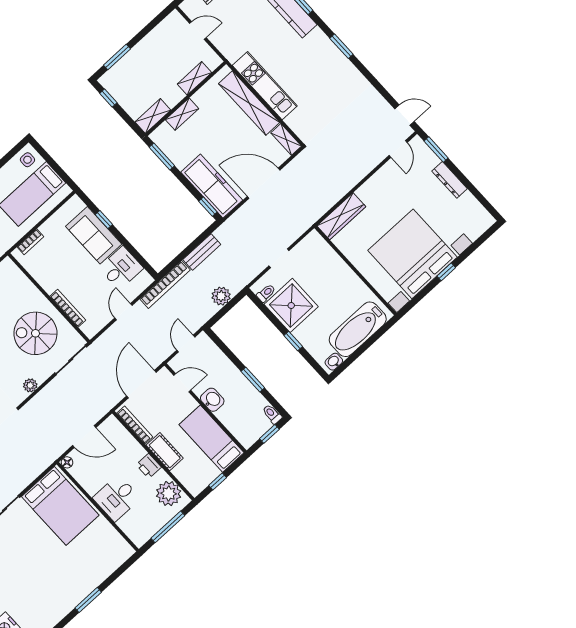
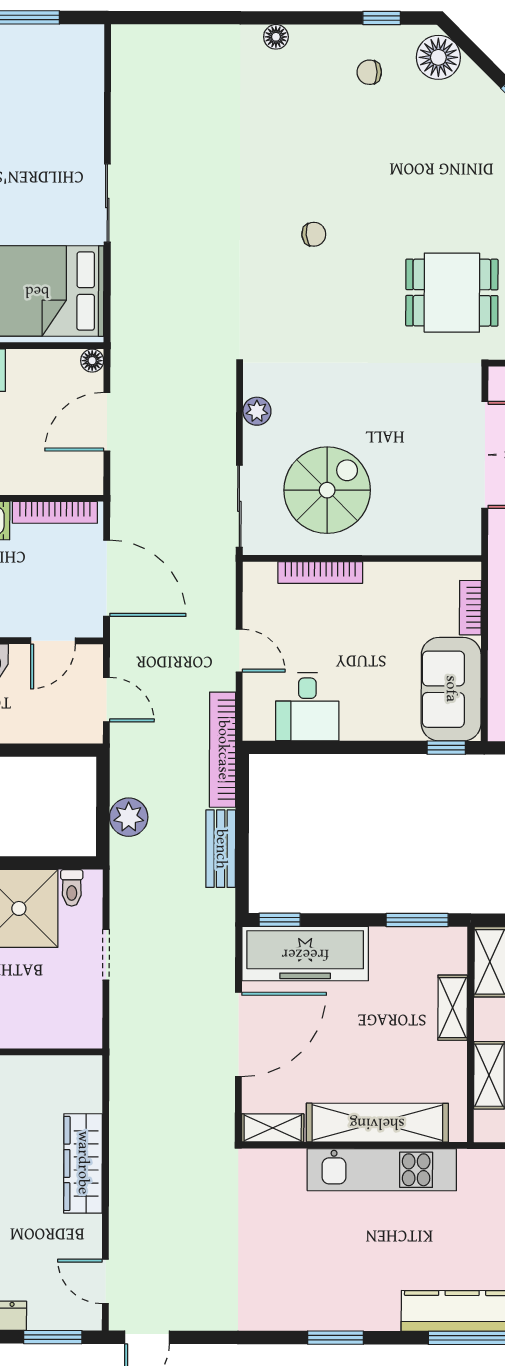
wardrobe: (341, 216) -> (83, 1163), moved
window: (104, 219) -> (446, 748), moved
sofa: (94, 235) -> (451, 689), moved, turned -90

